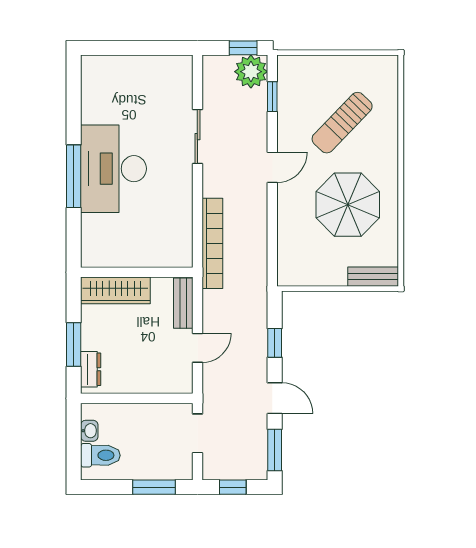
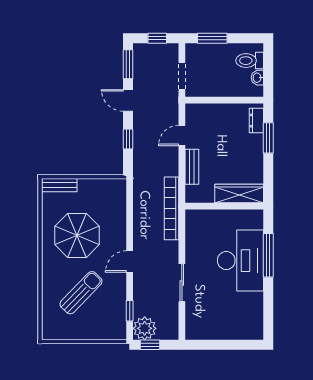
wall: (137, 272) -> (224, 206), moved
wardrobe: (115, 290) -> (239, 194), moved

